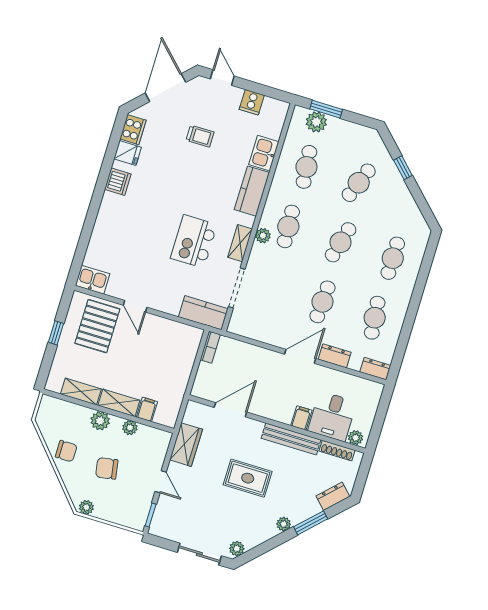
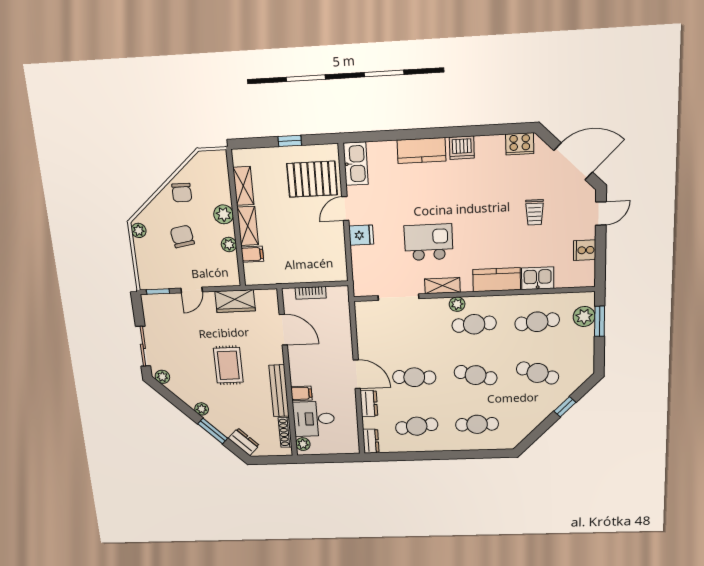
fridge: (128, 153) -> (361, 235), moved, turned -90
kitchen sink: (92, 280) -> (356, 164), width x1.38
kitchen counter: (203, 313) -> (421, 151), moved, turned 90
bookcase: (210, 347) -> (311, 293), moved

